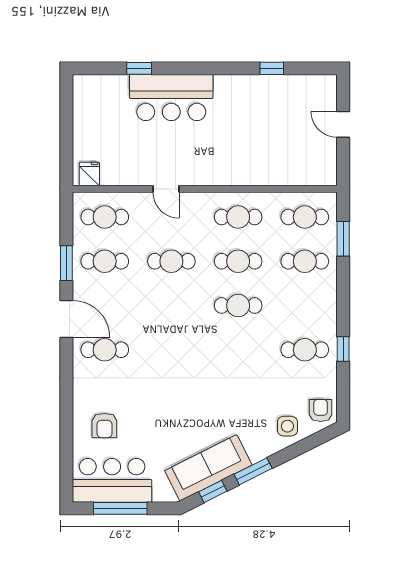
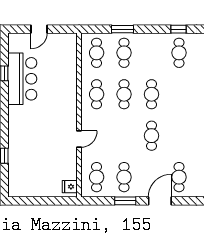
bar counter: (171, 98) -> (22, 79), moved
window: (343, 239) -> (123, 29), moved
cafe table: (171, 261) -> (152, 136), moved

